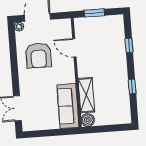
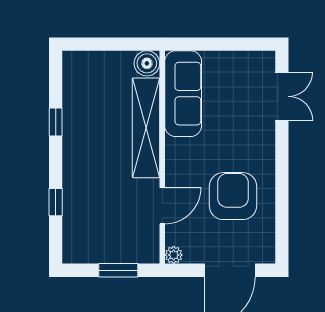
plant: (19, 27) -> (174, 255), moved
door: (74, 48) -> (162, 206), hinge flipped
shelving: (86, 95) -> (146, 128), width x1.47

